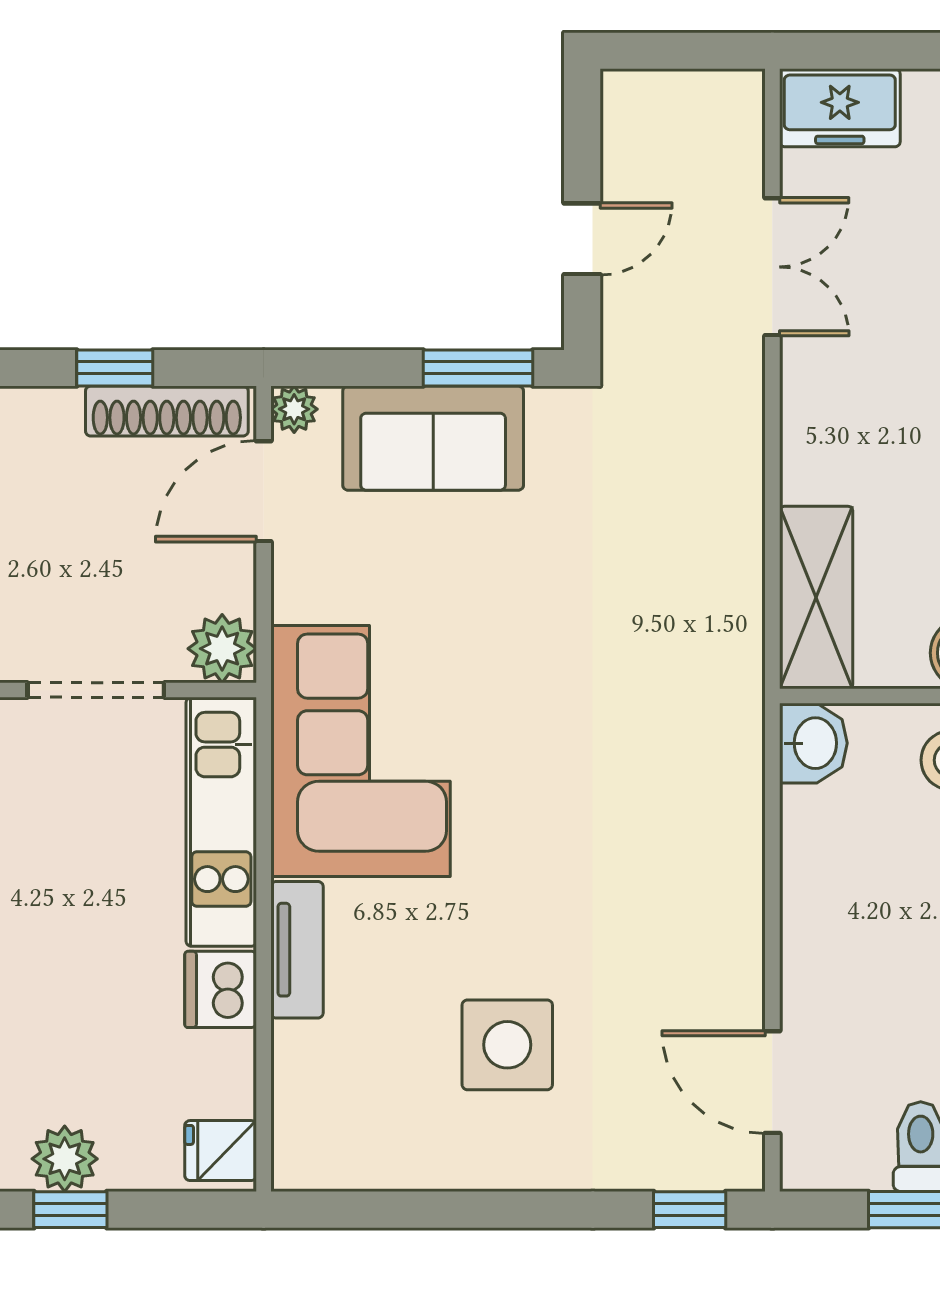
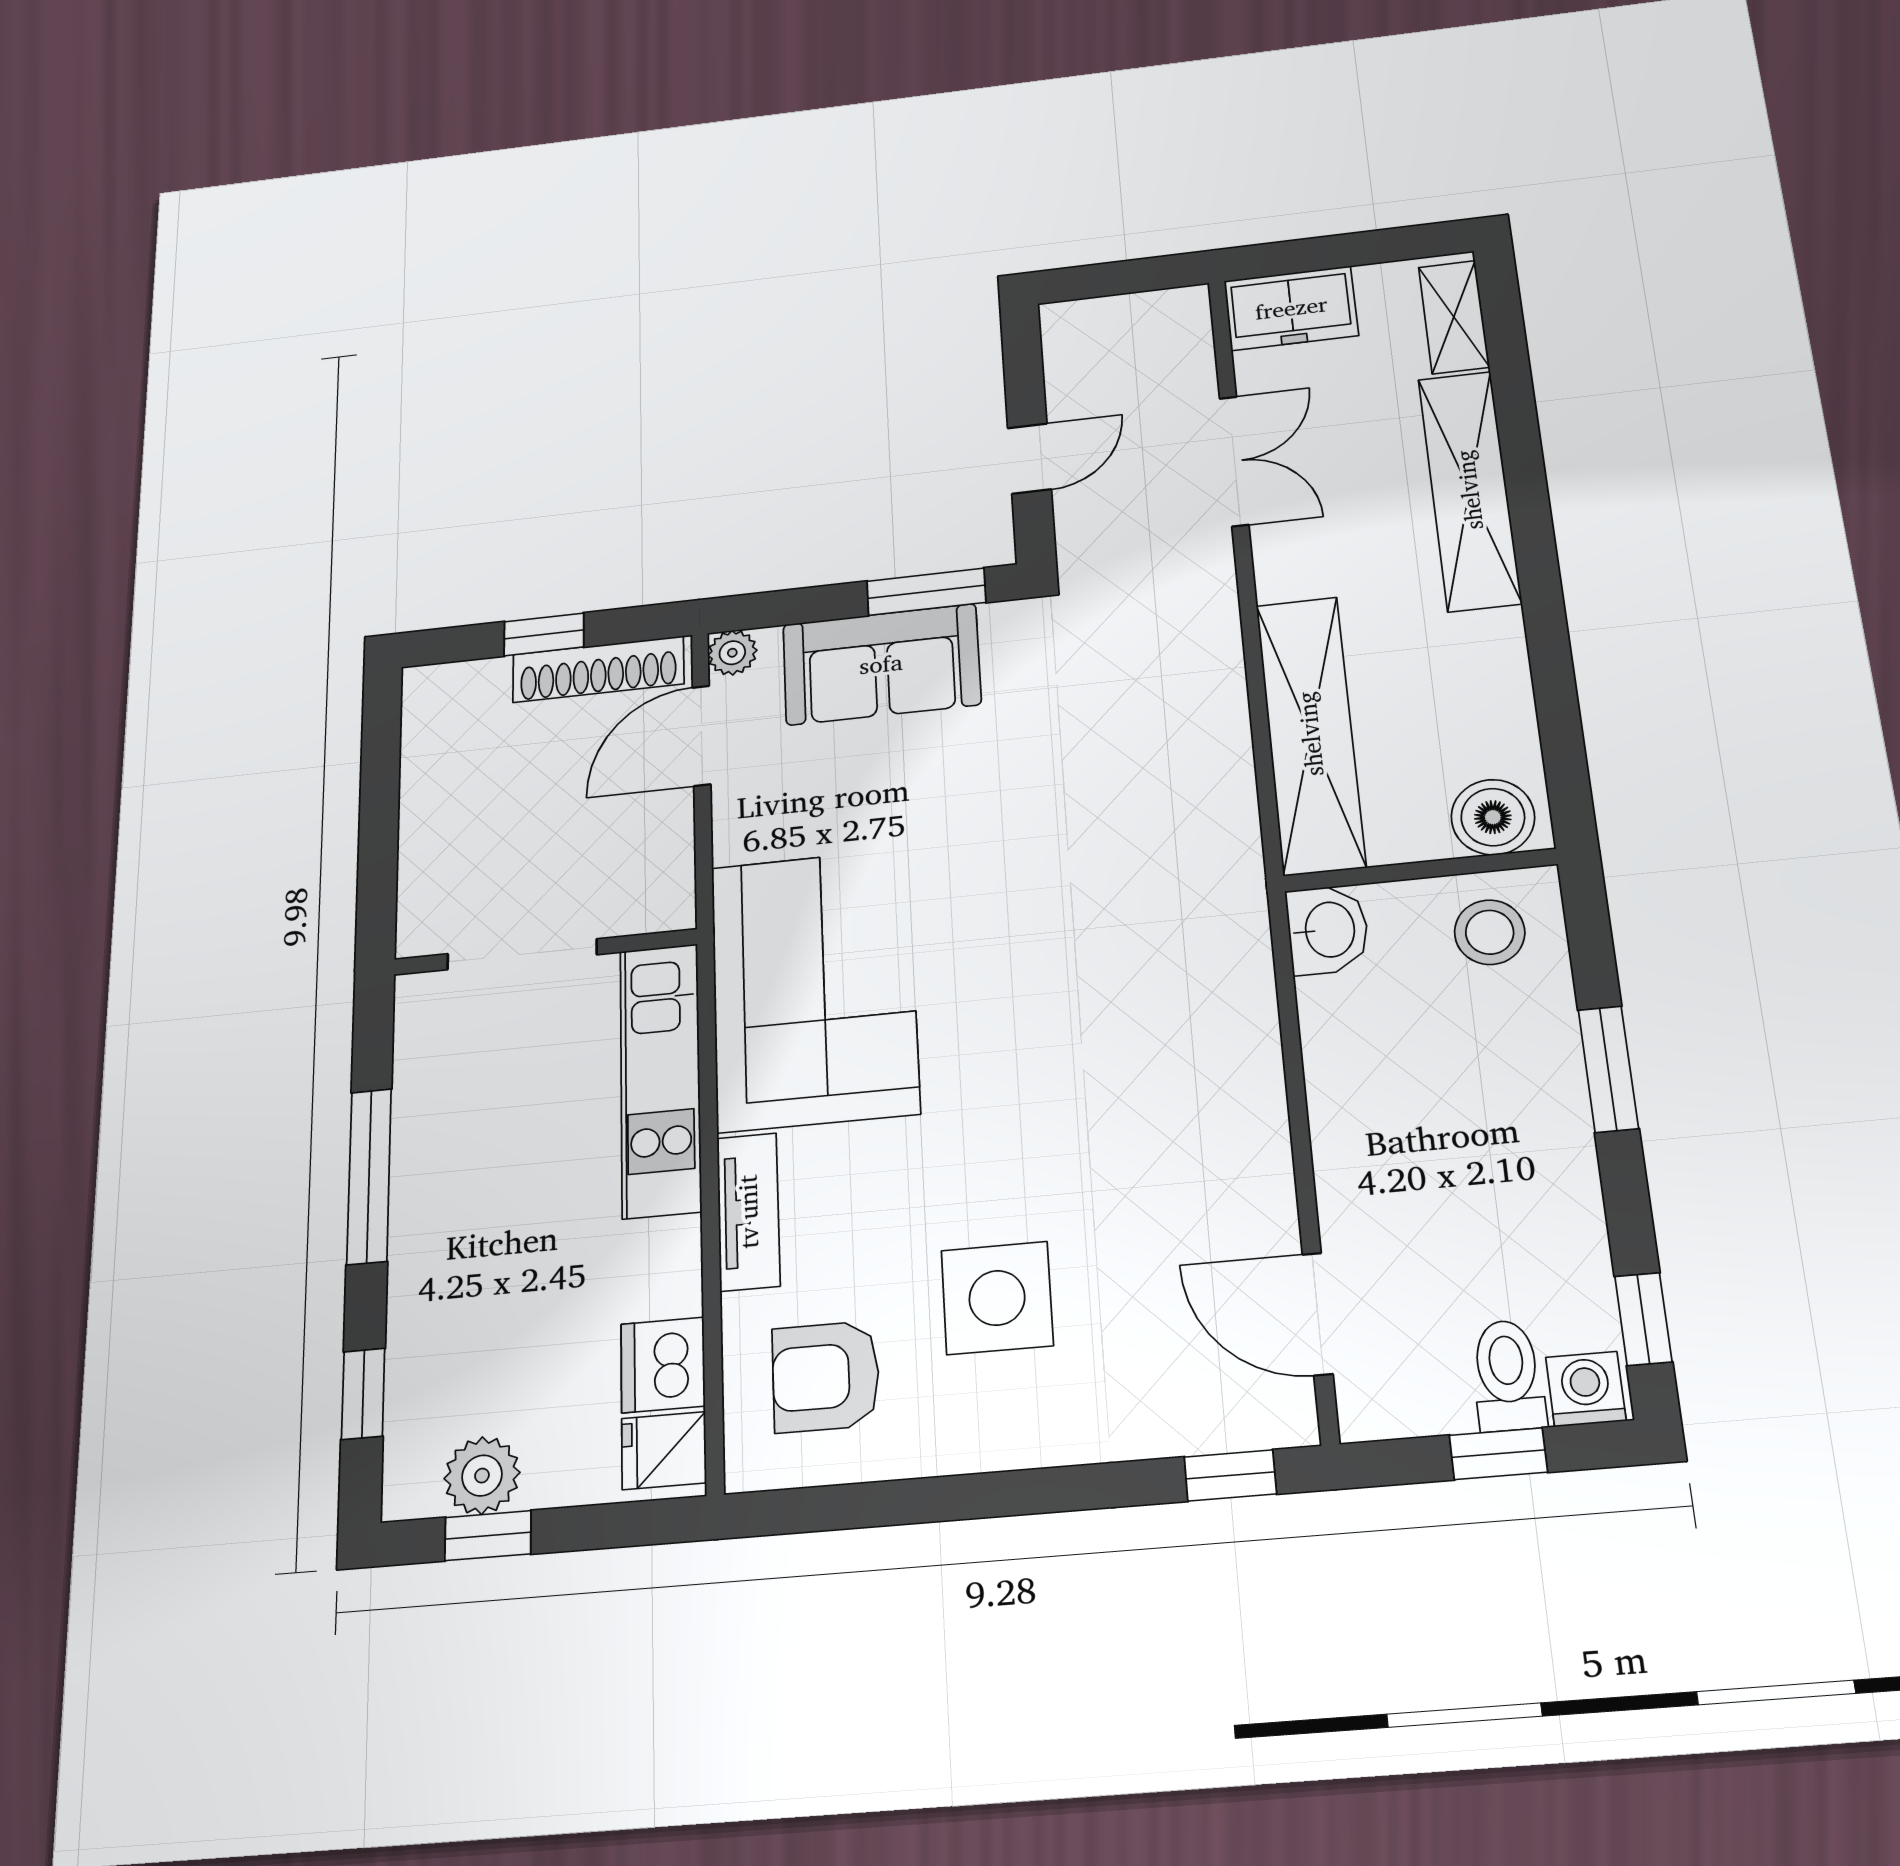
shelving: (816, 597) -> (1310, 734), width x1.47
plant: (222, 649) -> (659, 898), removed
dishwasher: (221, 989) -> (663, 1365), moved
armchair: (360, 1099) -> (826, 1377), added

